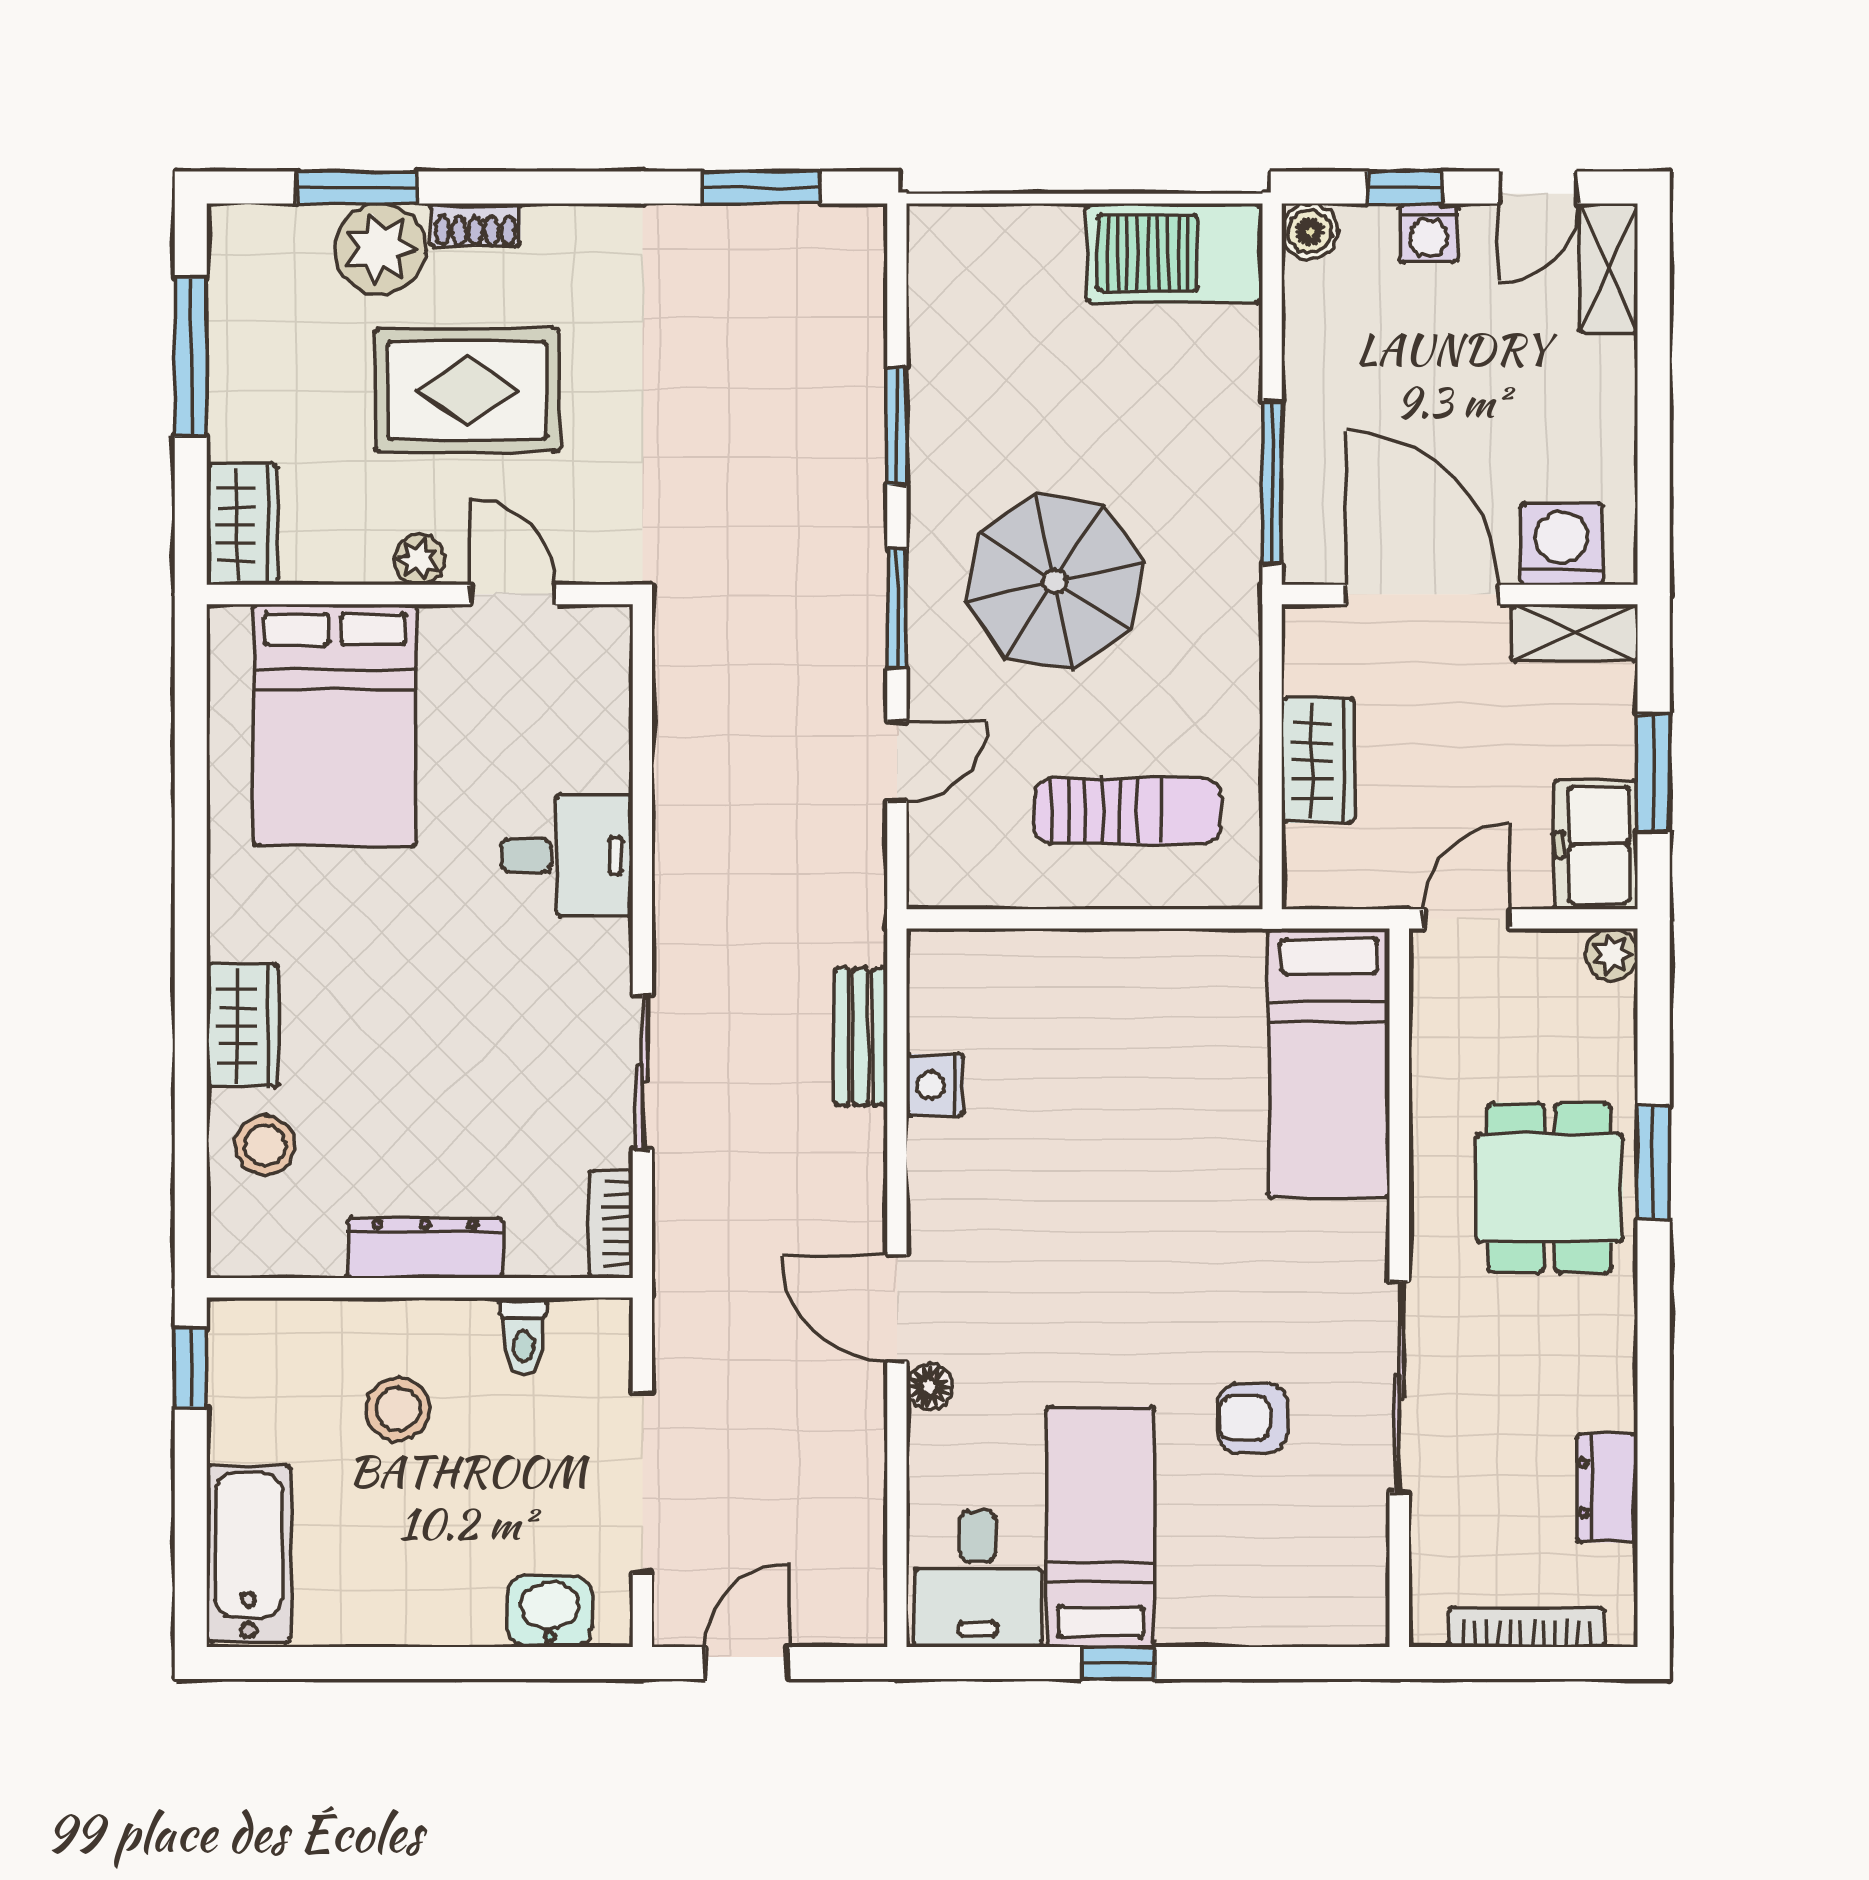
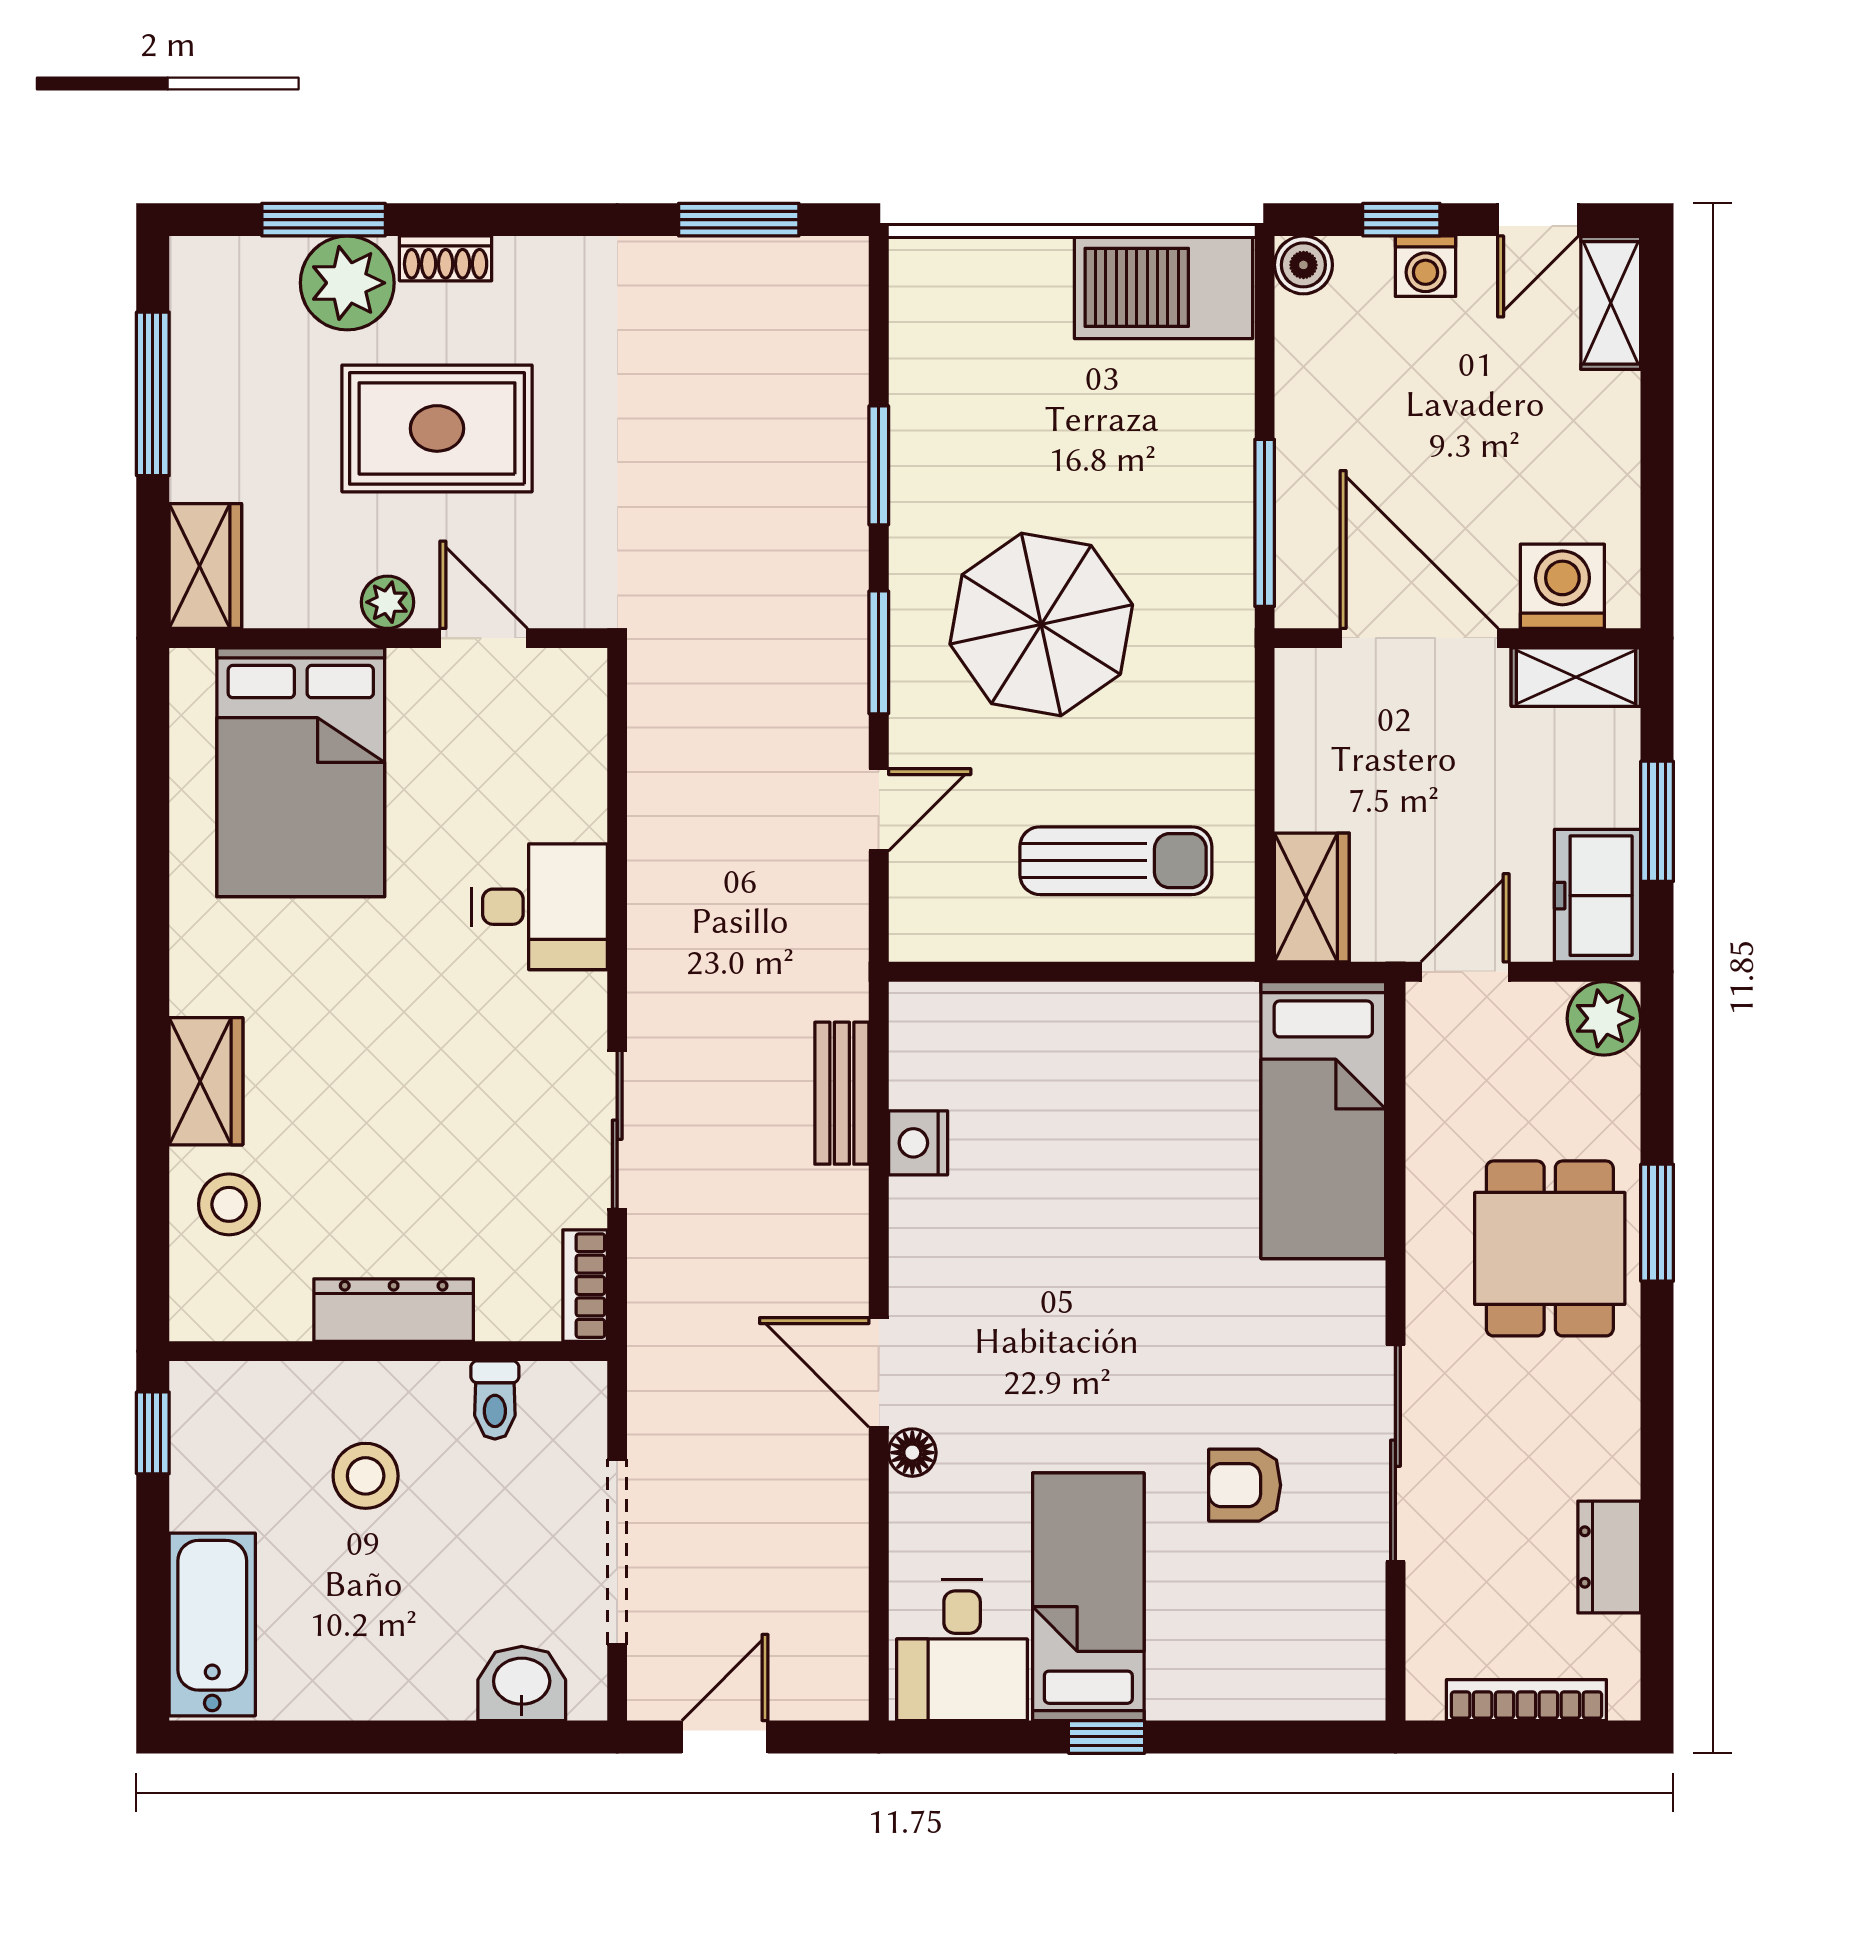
wardrobe: (1318, 760) -> (1312, 897), moved
plant: (1612, 954) -> (1604, 1018), width x1.38, depth x1.38

